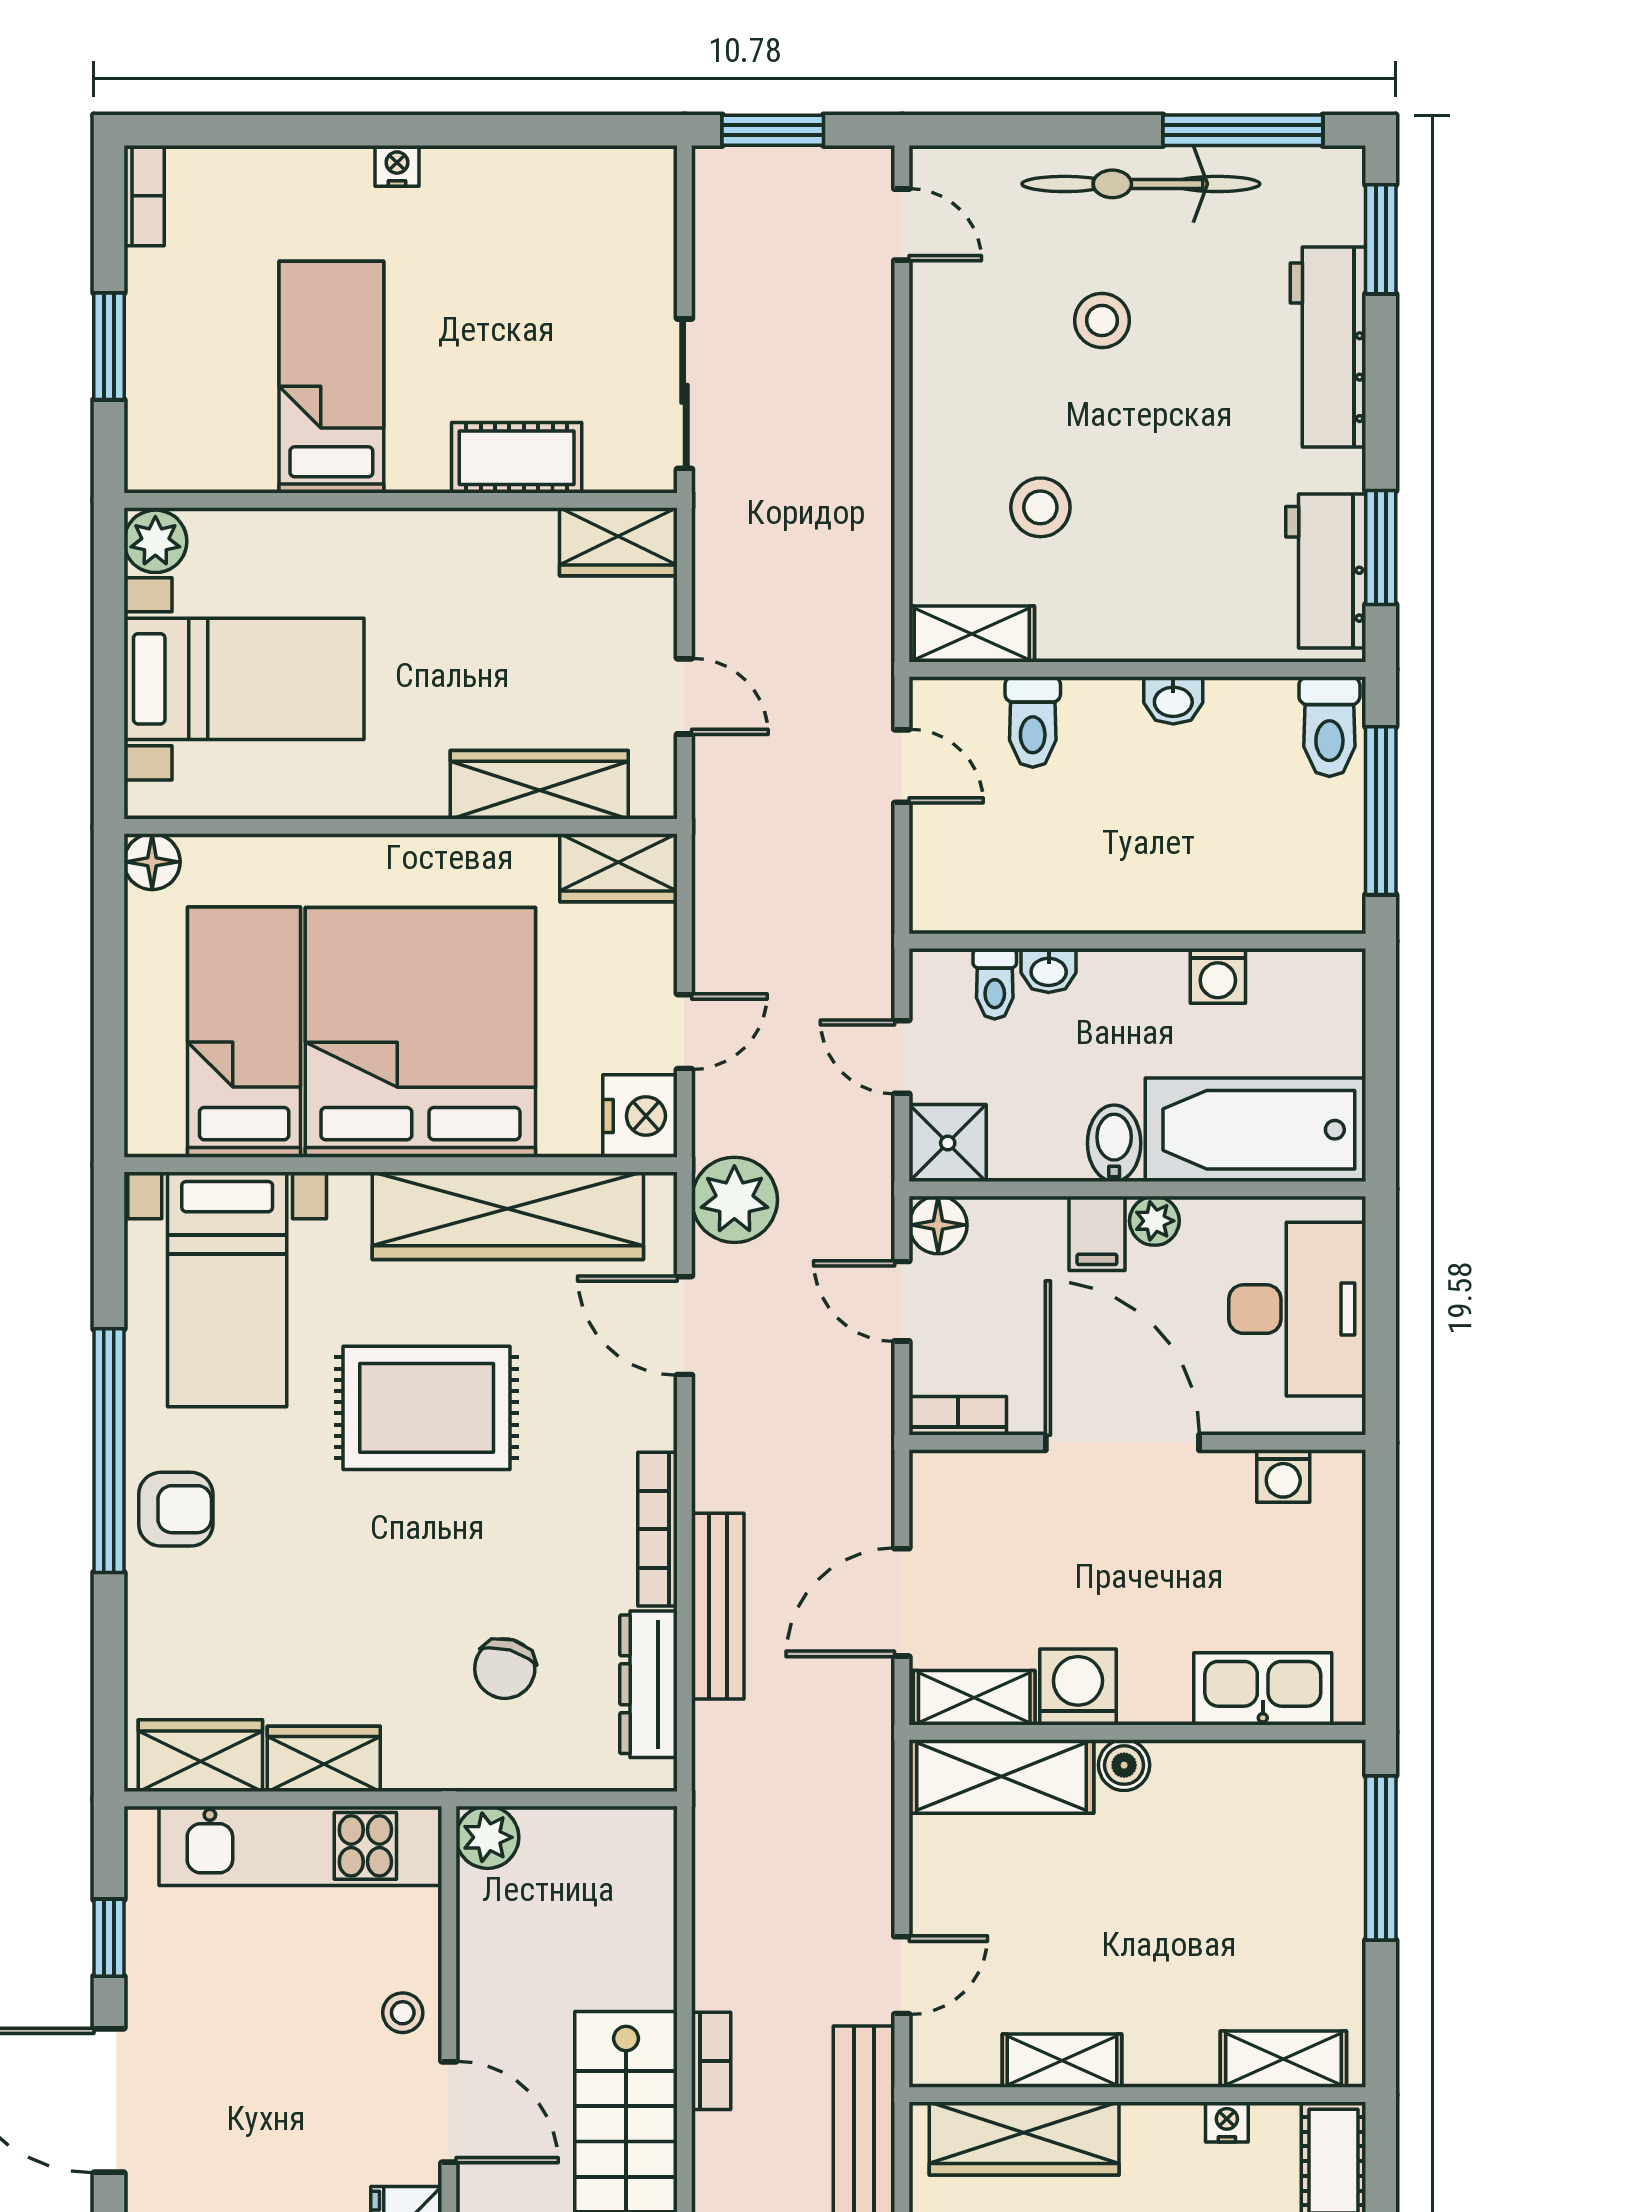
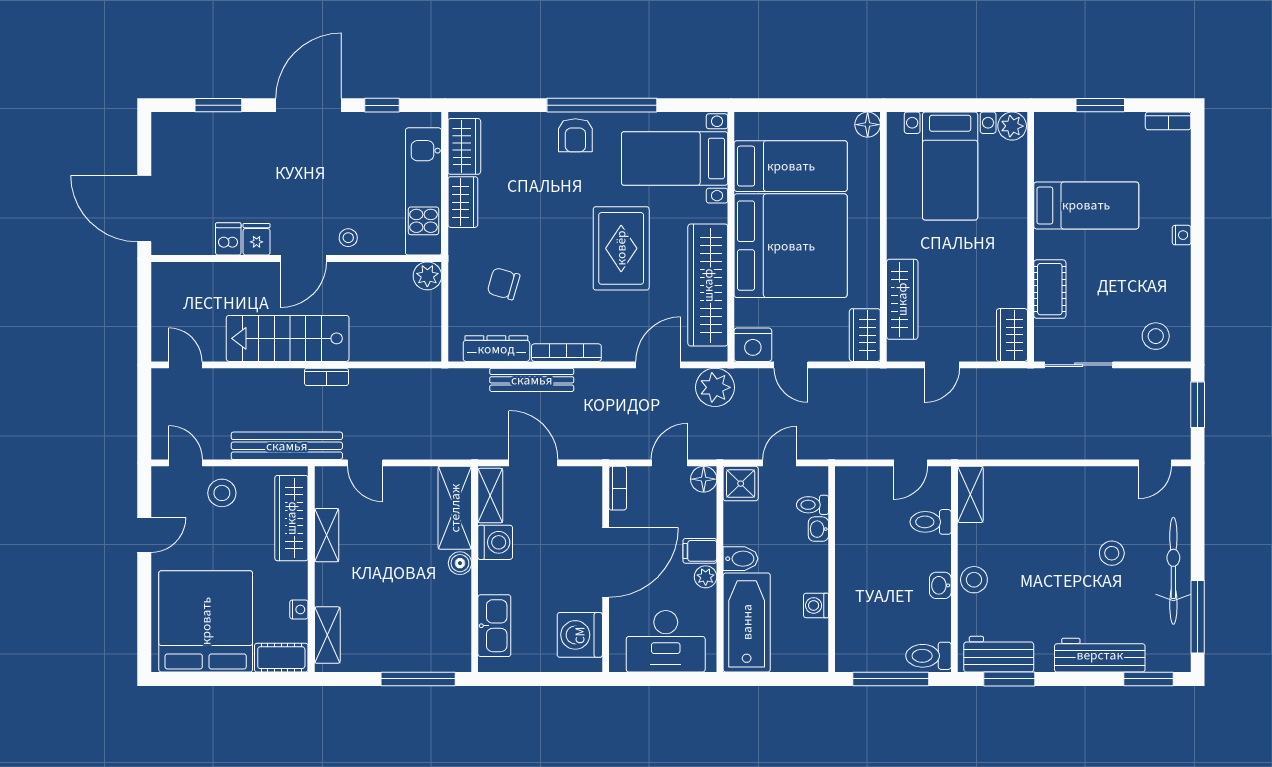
stool: (621, 223) -> (1156, 336), added
stool: (1040, 507) -> (974, 580), moved
washing machine: (1283, 1476) -> (580, 635), width x1.89, depth x1.89

